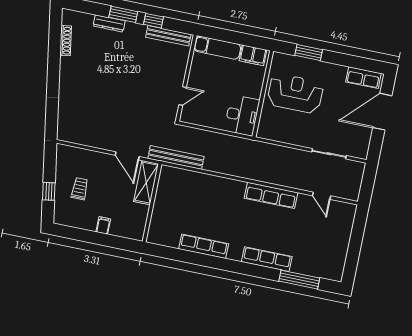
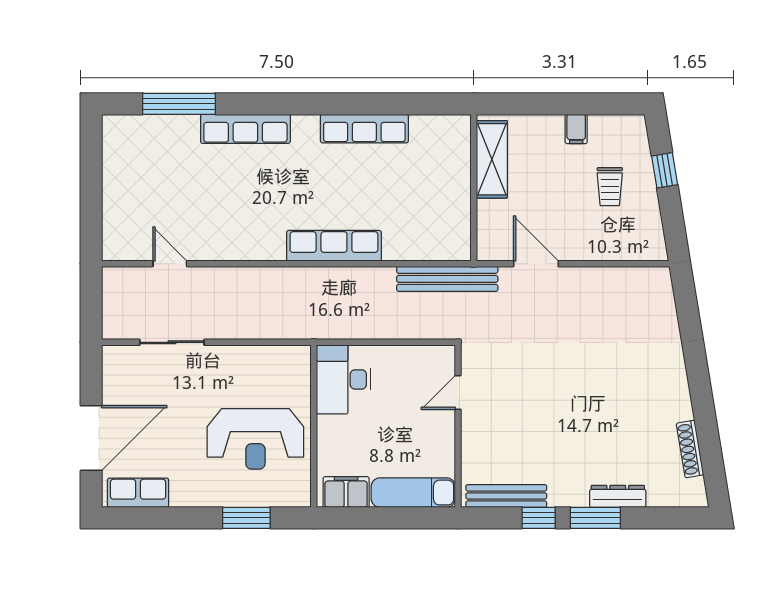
shelving: (146, 183) -> (492, 159), moved
row of seats: (271, 195) -> (334, 246), moved
filing cabinet: (103, 225) -> (576, 129), moved

